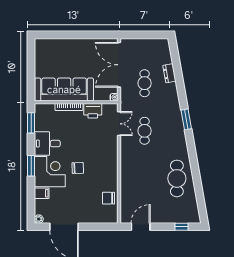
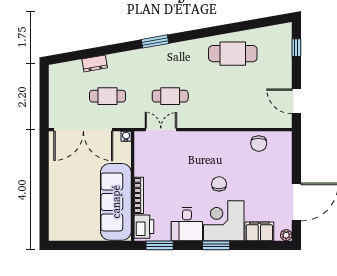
printer: (93, 111) -> (144, 227), moved
filing cabinet: (42, 193) -> (259, 231), width x2.00

